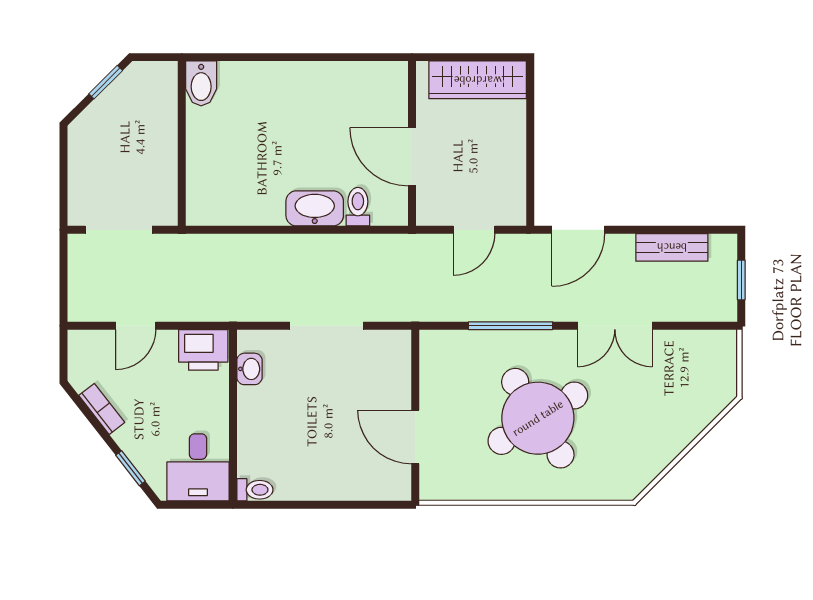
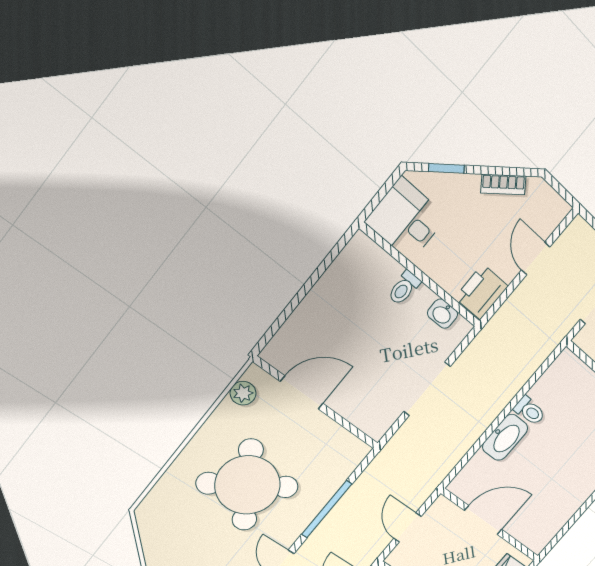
toilet: (358, 207) -> (530, 411), moved
plant: (454, 487) -> (243, 393), added
toilet: (255, 490) -> (404, 288), moved

